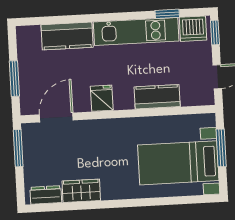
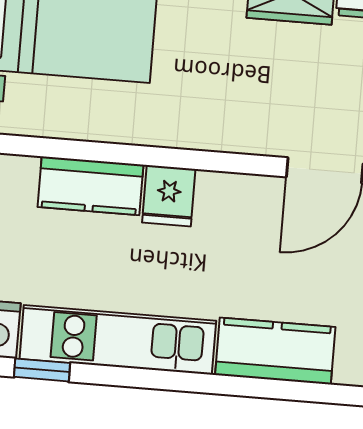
fridge: (102, 98) -> (169, 196), moved

